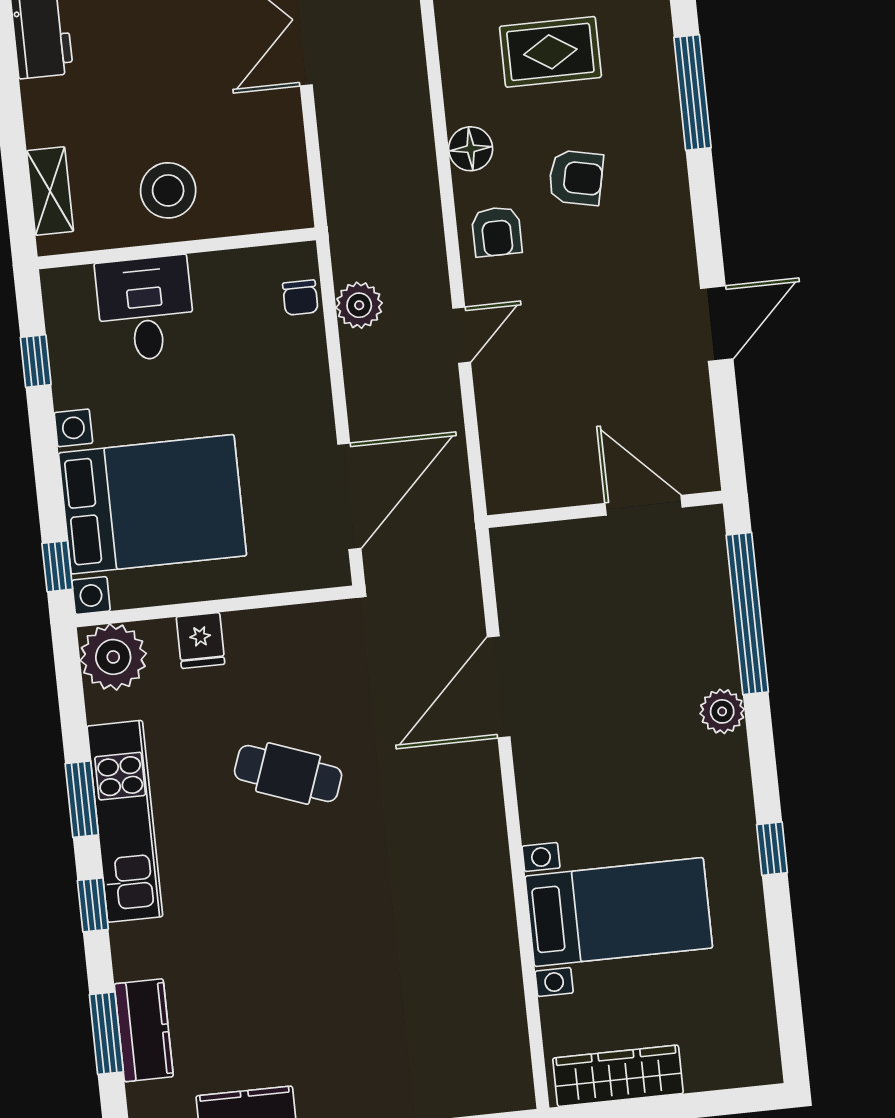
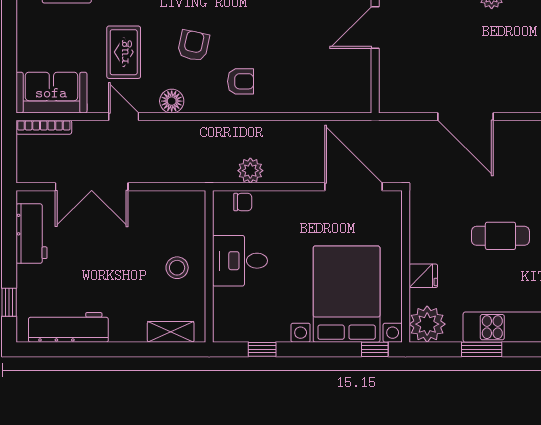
stool: (168, 190) -> (177, 268), width x0.73, depth x0.73
armchair: (497, 232) -> (241, 81), moved
desk: (145, 309) -> (240, 261), moved
door: (462, 335) -> (124, 117), moved
cafe table: (288, 774) -> (500, 236), turned 70
window: (82, 799) -> (482, 349), moved

